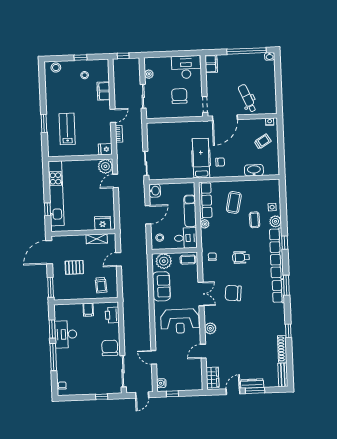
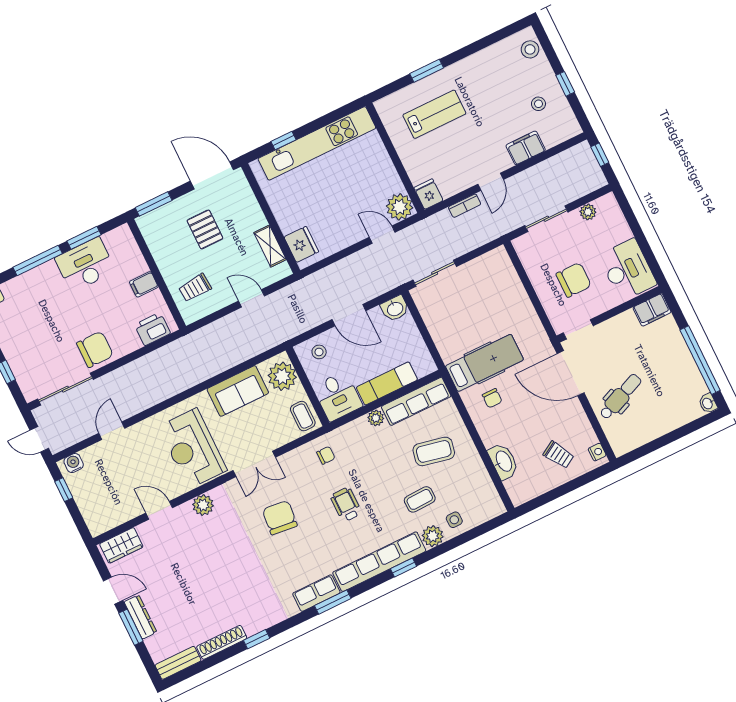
door: (113, 116) -> (491, 182), hinge flipped

